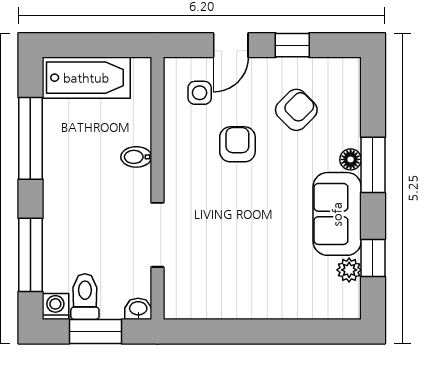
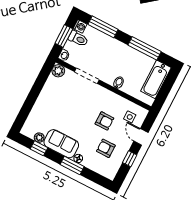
armchair: (296, 110) -> (106, 148), turned 135
plant: (179, 304) -> (58, 71), added

